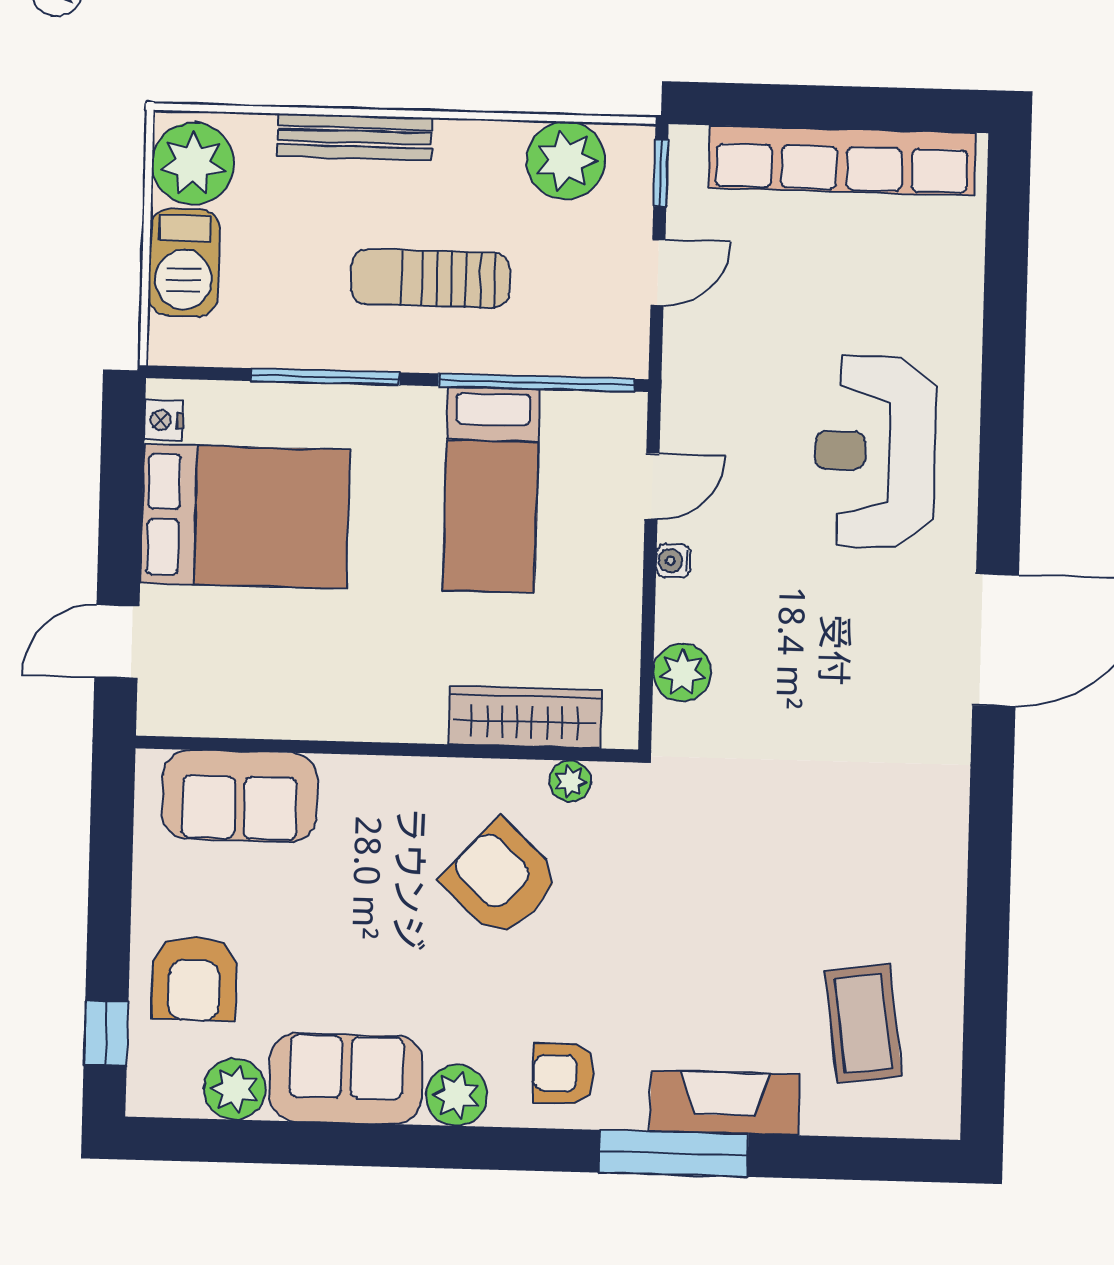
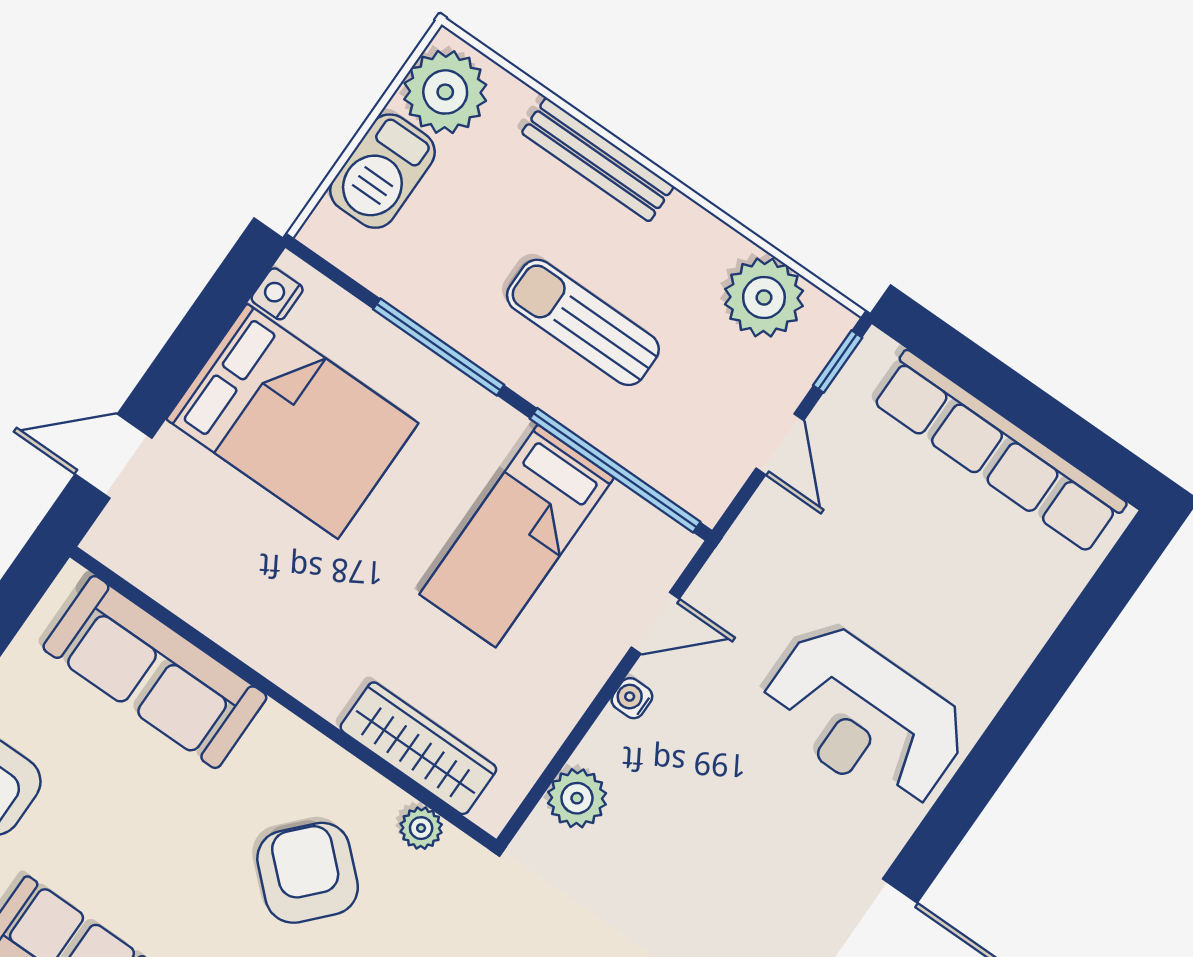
door: (658, 272) -> (780, 444), hinge flipped
reception desk: (875, 451) -> (864, 718), turned -90
sofa: (240, 796) -> (155, 672), width x1.36

